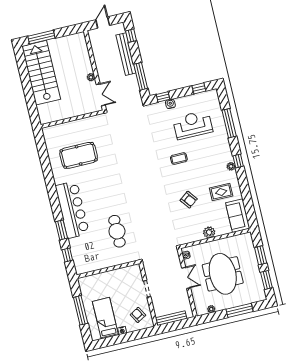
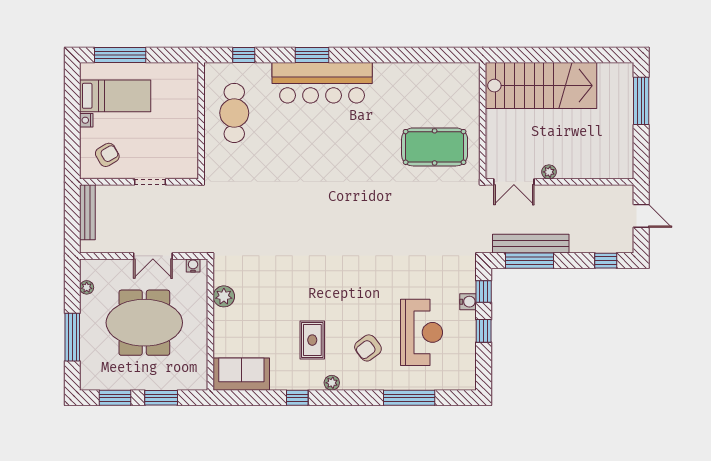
bench: (126, 54) -> (531, 244), moved
stairs: (41, 73) -> (541, 86), moved
window: (199, 88) -> (484, 331), moved
pool table: (79, 155) -> (435, 147), moved, turned 90
coffee table: (179, 159) -> (368, 294), removed
window: (238, 161) -> (297, 398), moved
rug: (221, 192) -> (312, 340), moved
armchair: (189, 200) -> (368, 348), moved
window: (61, 230) -> (312, 55), moved
cafe table: (117, 231) -> (234, 113), moved, turned 90
plant: (209, 232) -> (224, 296), moved
window: (81, 310) -> (120, 55), moved

